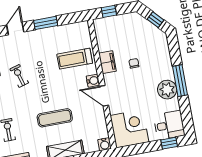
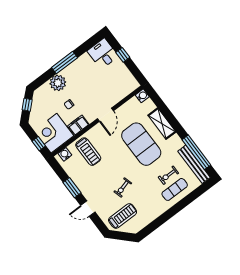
water cooler: (93, 81) -> (65, 154), moved
plant: (167, 90) -> (58, 83), moved
exercise mat: (55, 118) -> (141, 144), width x2.00, depth x1.45
corner desk: (129, 129) -> (54, 133), moved
window: (169, 143) -> (123, 55), moved

